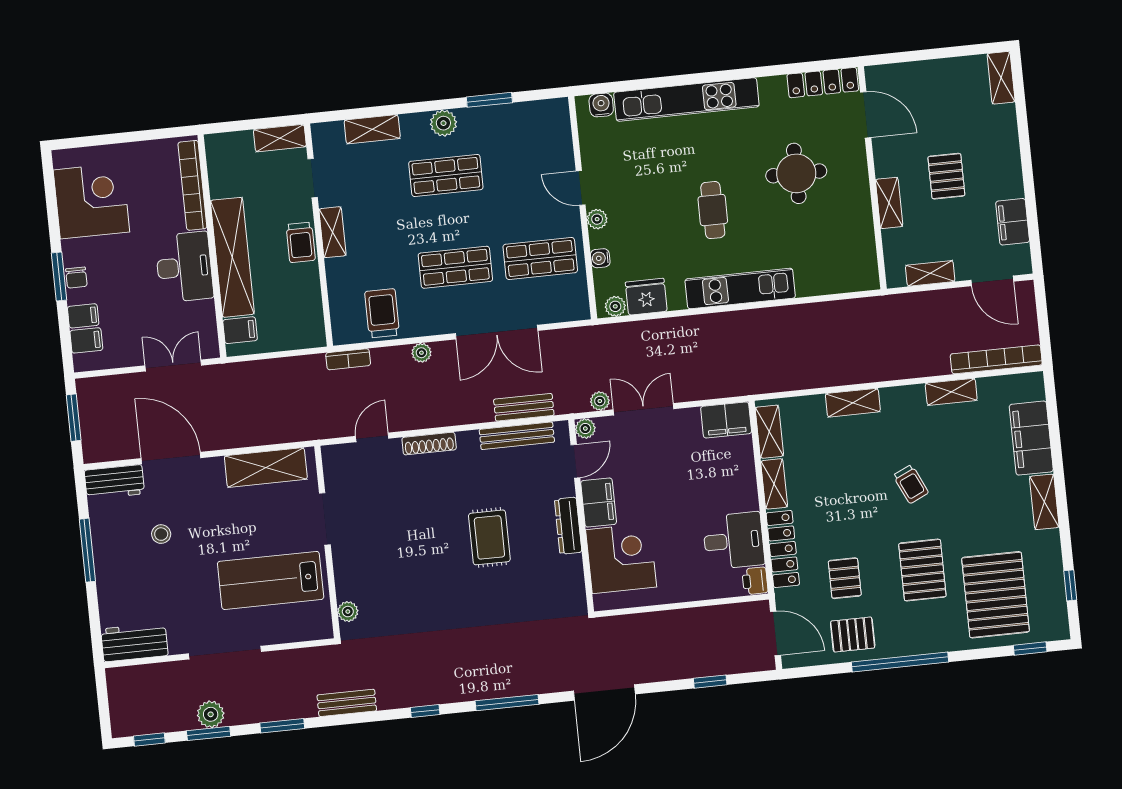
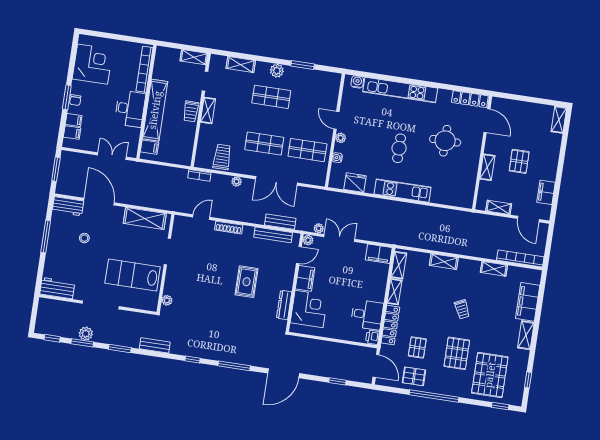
plant: (615, 306) -> (338, 183), removed
dresser: (568, 526) -> (284, 305), moved

